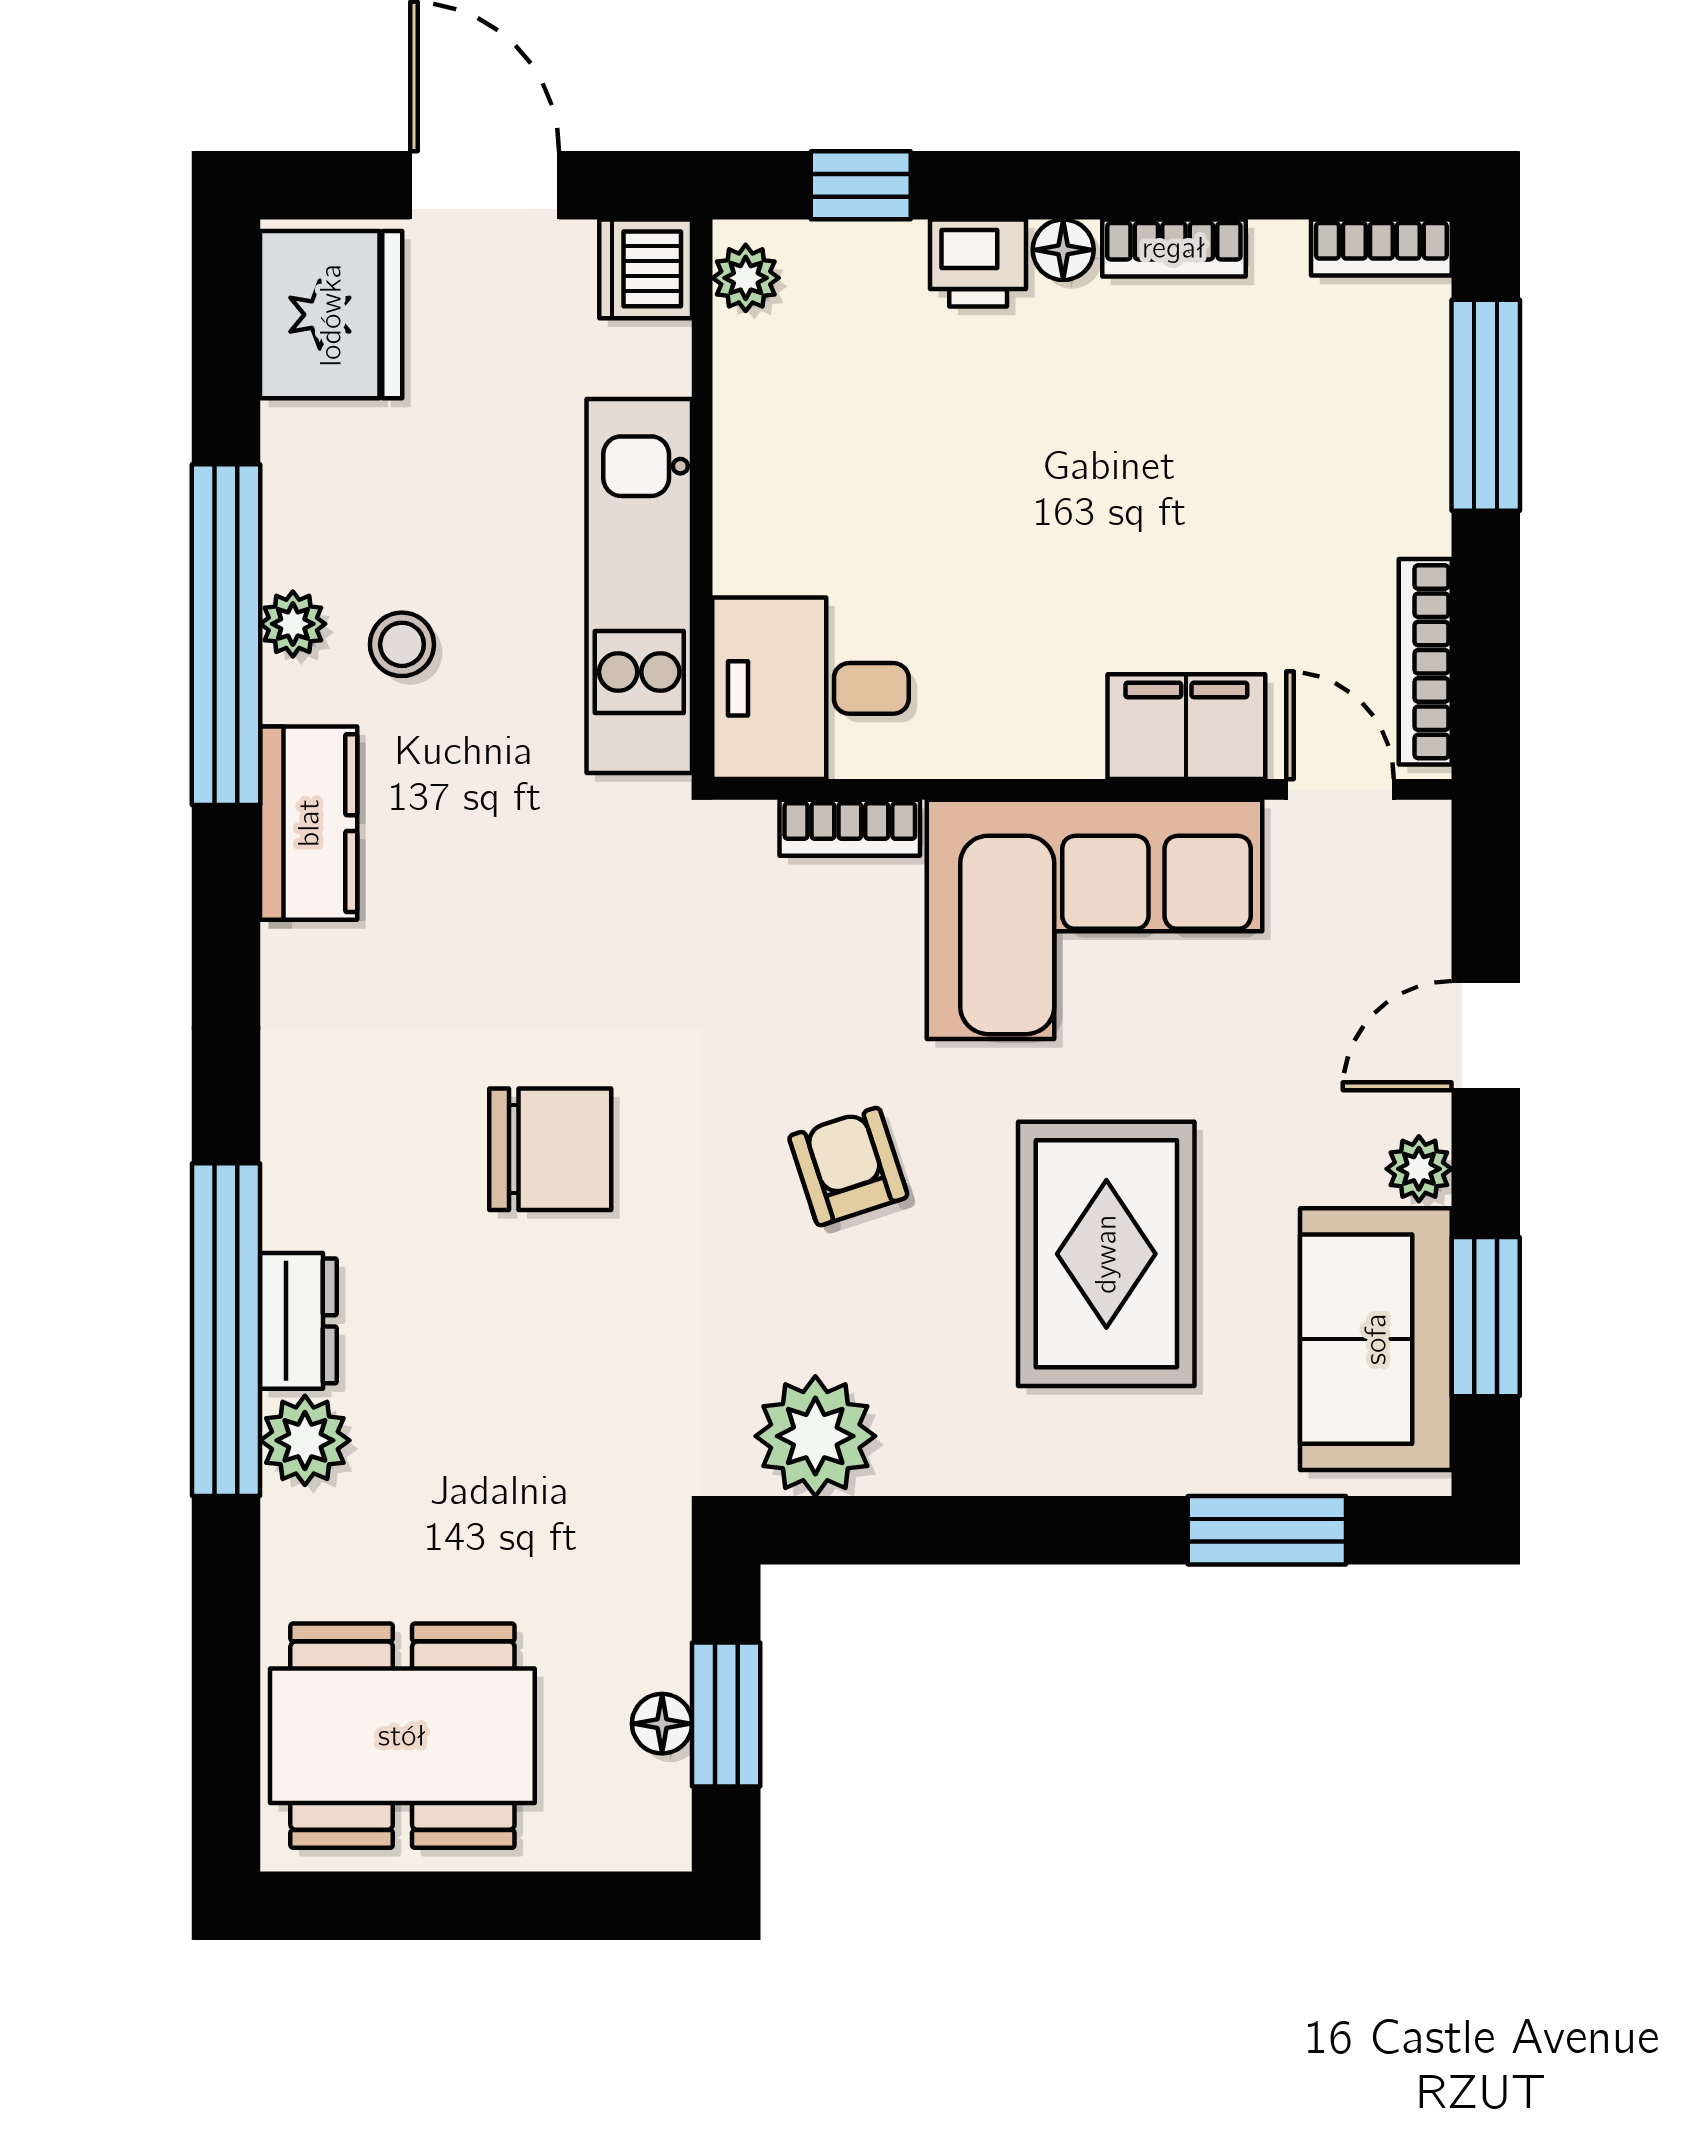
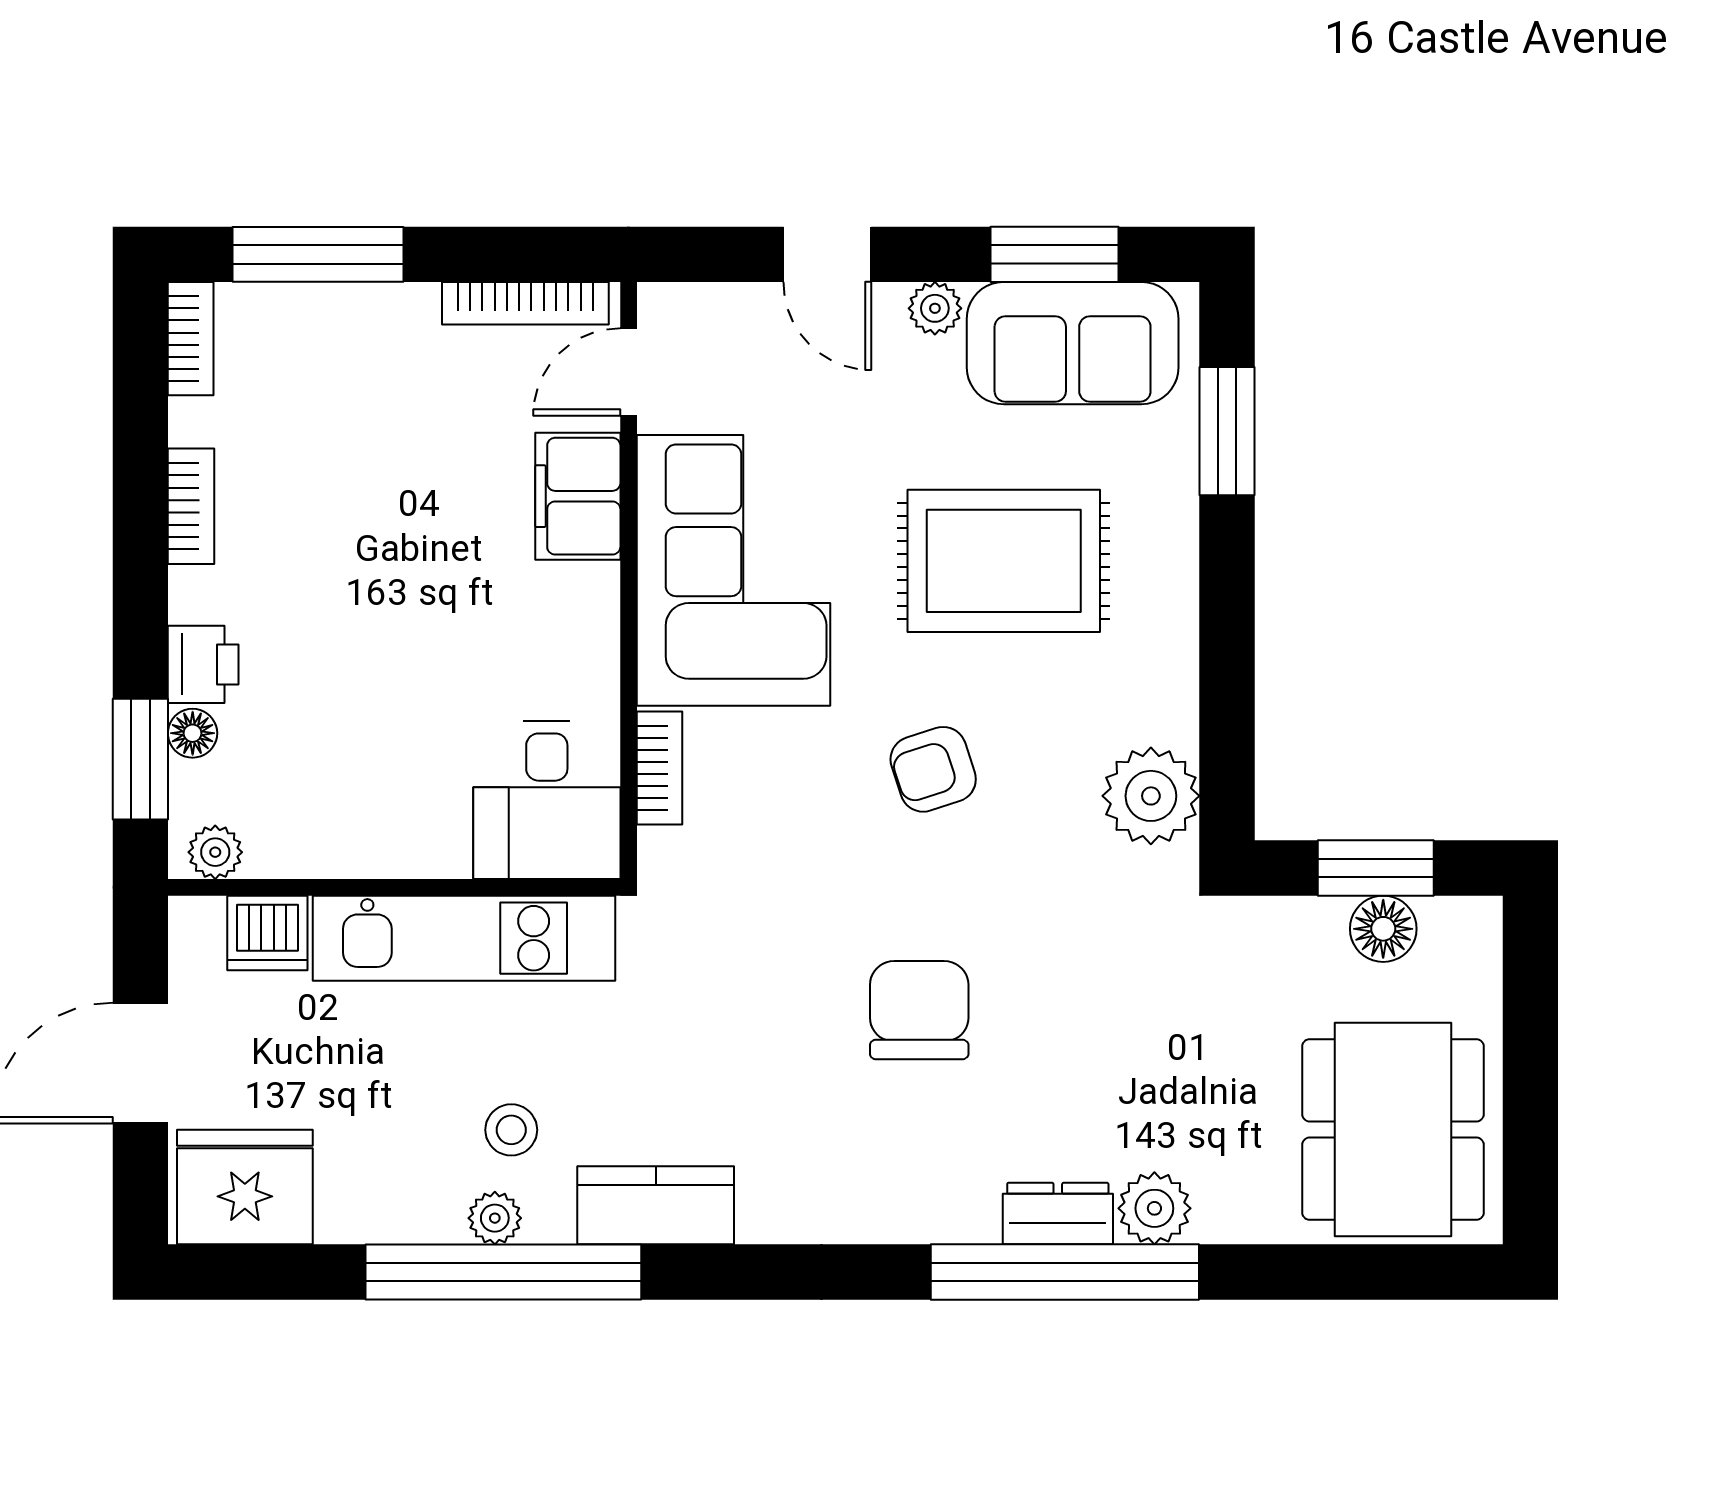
window: (861, 185) -> (140, 759), width x1.50
floor lamp: (1063, 250) -> (193, 733), moved
dishwasher: (646, 269) -> (267, 933), moved
floor lamp: (662, 1724) -> (1383, 929), width x1.37, depth x1.37

